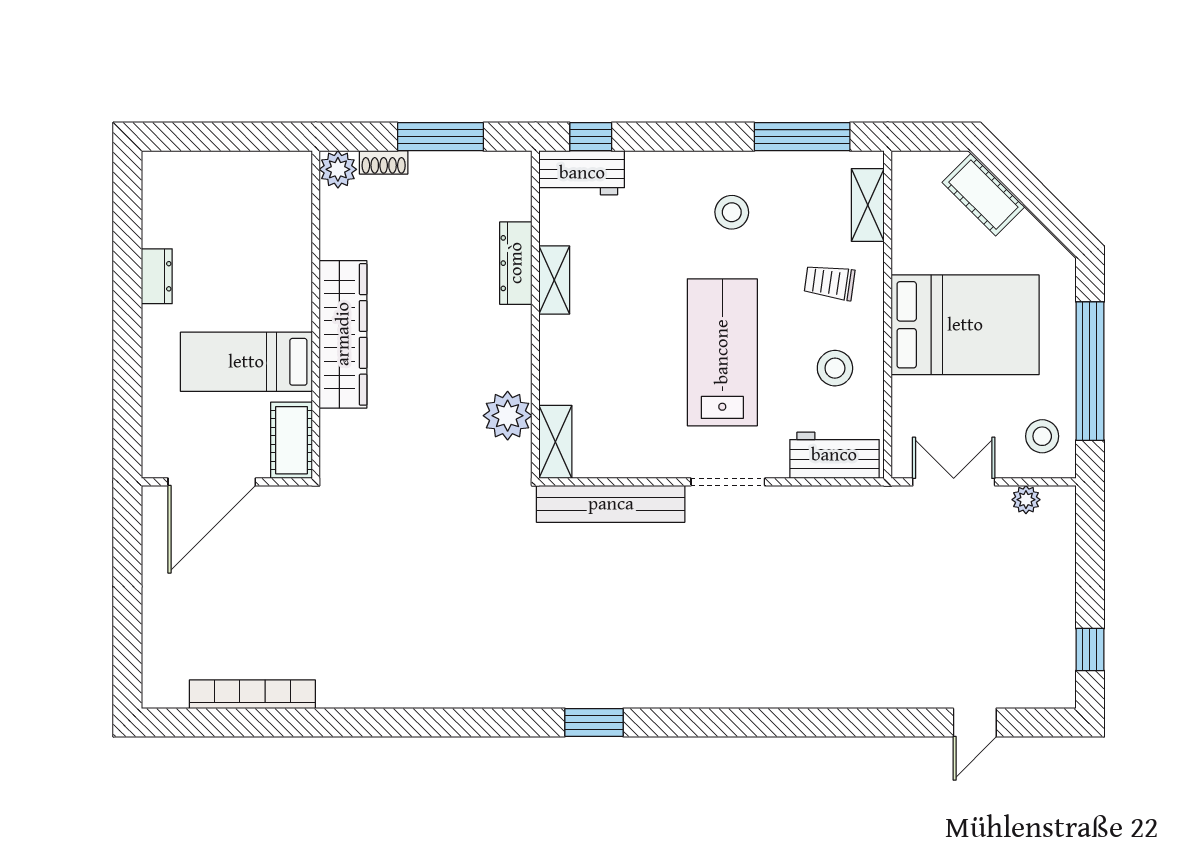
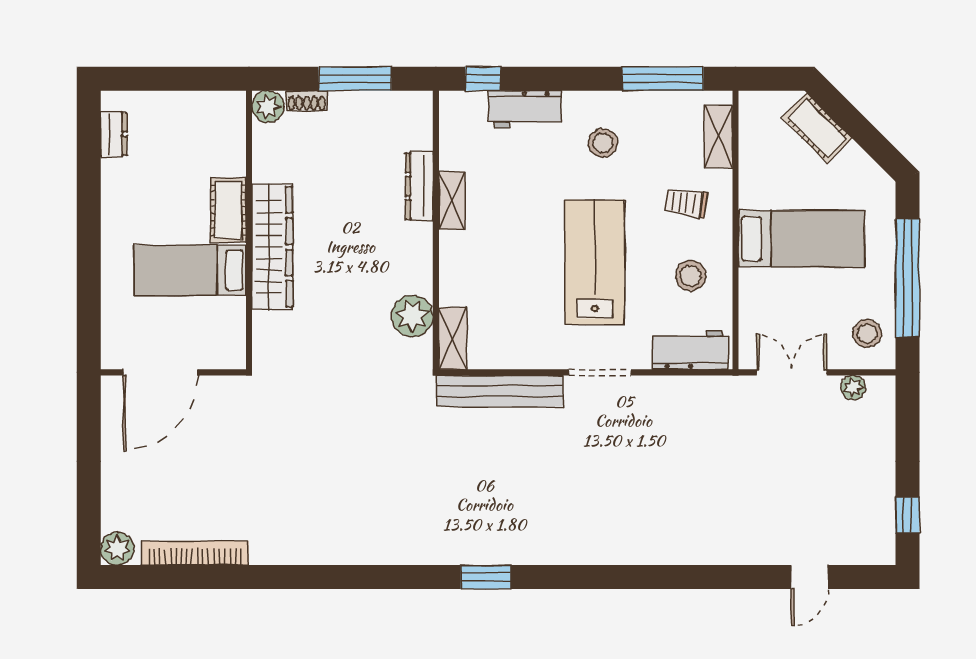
workbench: (582, 173) -> (525, 109), moved
dresser: (157, 276) -> (114, 134), moved
bed: (965, 325) -> (801, 239), width x0.67
cot: (291, 440) -> (228, 210), moved
plant: (161, 689) -> (117, 549), added

